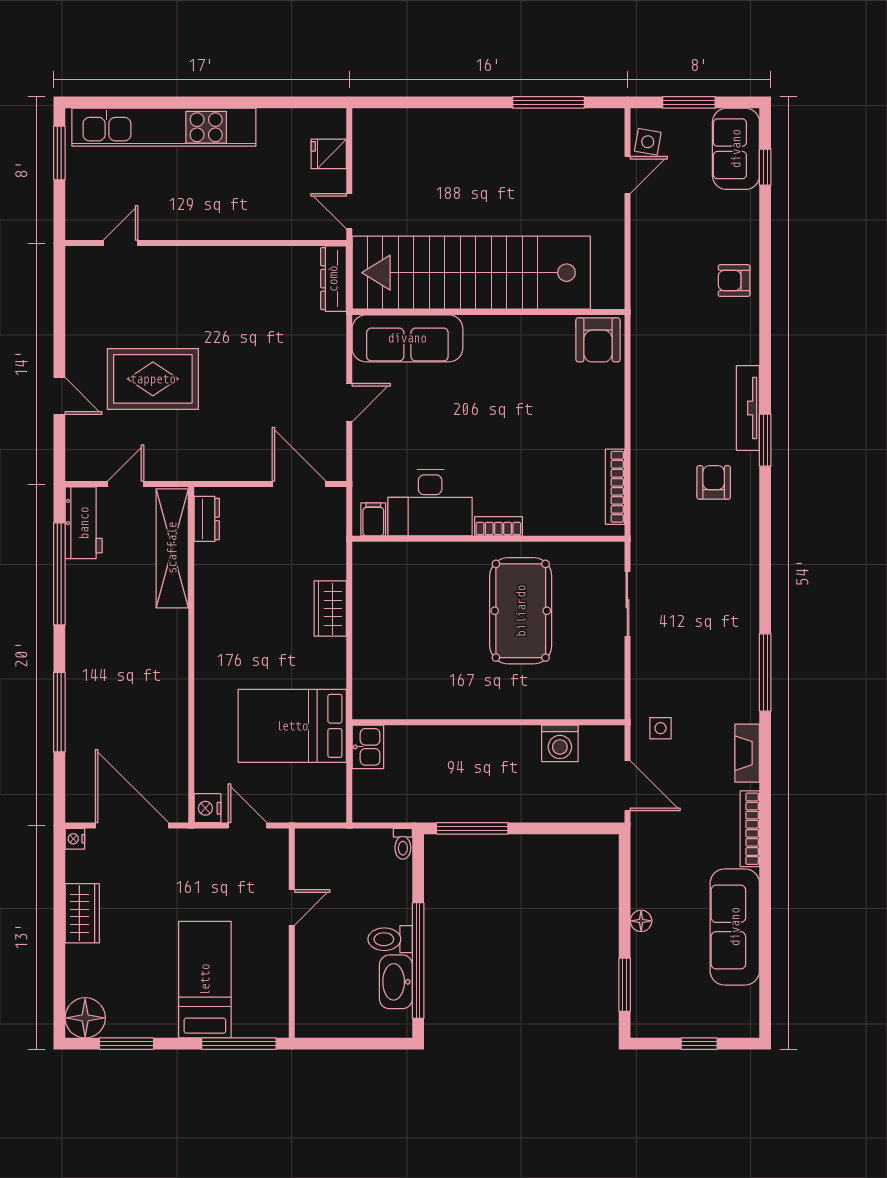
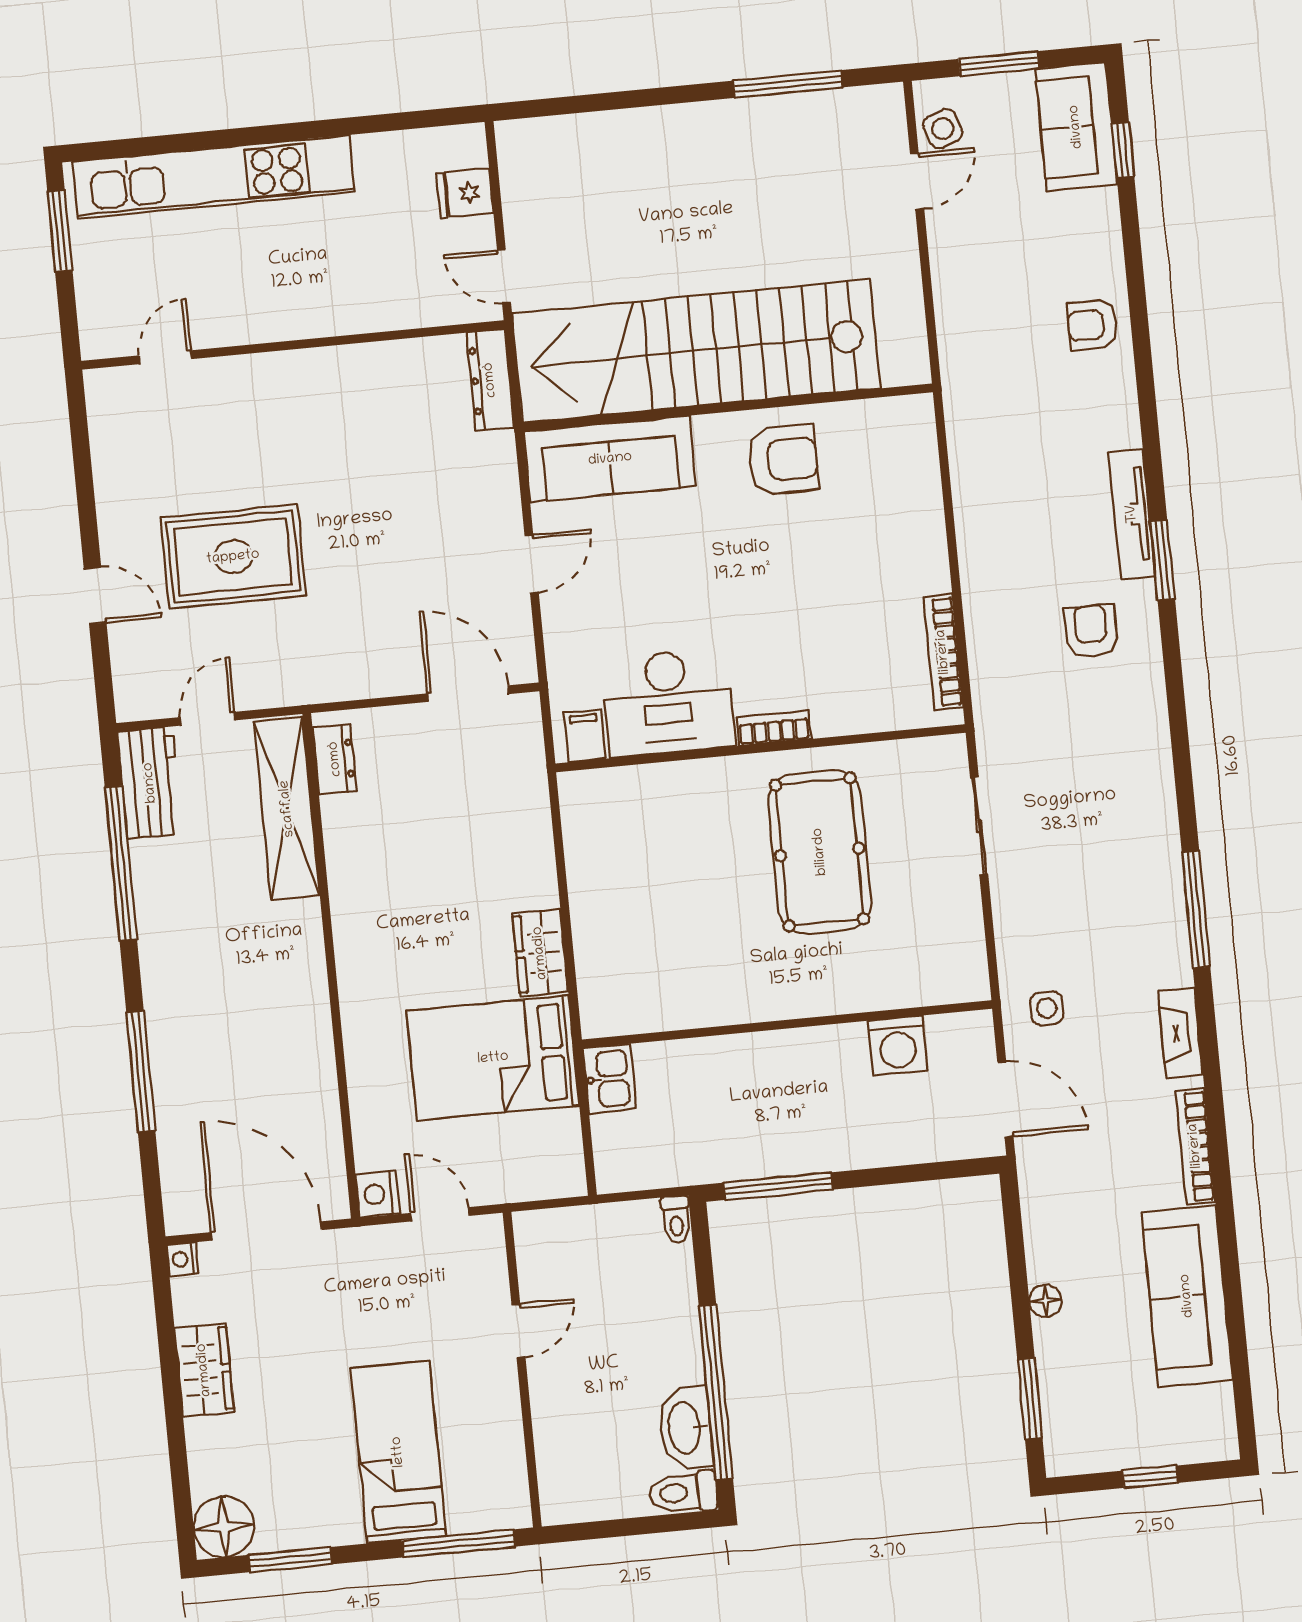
side table: (648, 142) -> (943, 129), turned -30
armchair: (598, 340) -> (783, 460), moved, turned -90
wardrobe: (330, 609) -> (540, 953), moved
toilet: (390, 939) -> (683, 1493), moved

